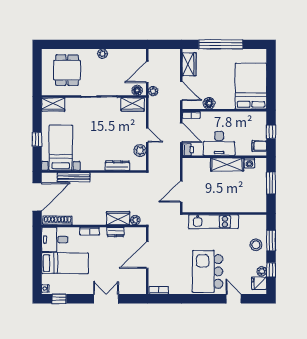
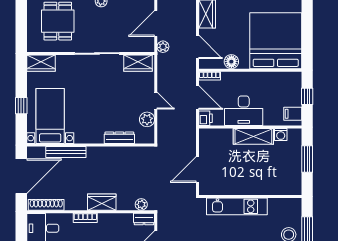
bed: (251, 86) -> (276, 41), width x1.36
floor lamp: (137, 90) -> (144, 46), removed
wardrobe: (118, 218) -> (102, 202), moved
dresser: (116, 232) -> (144, 219), moved

